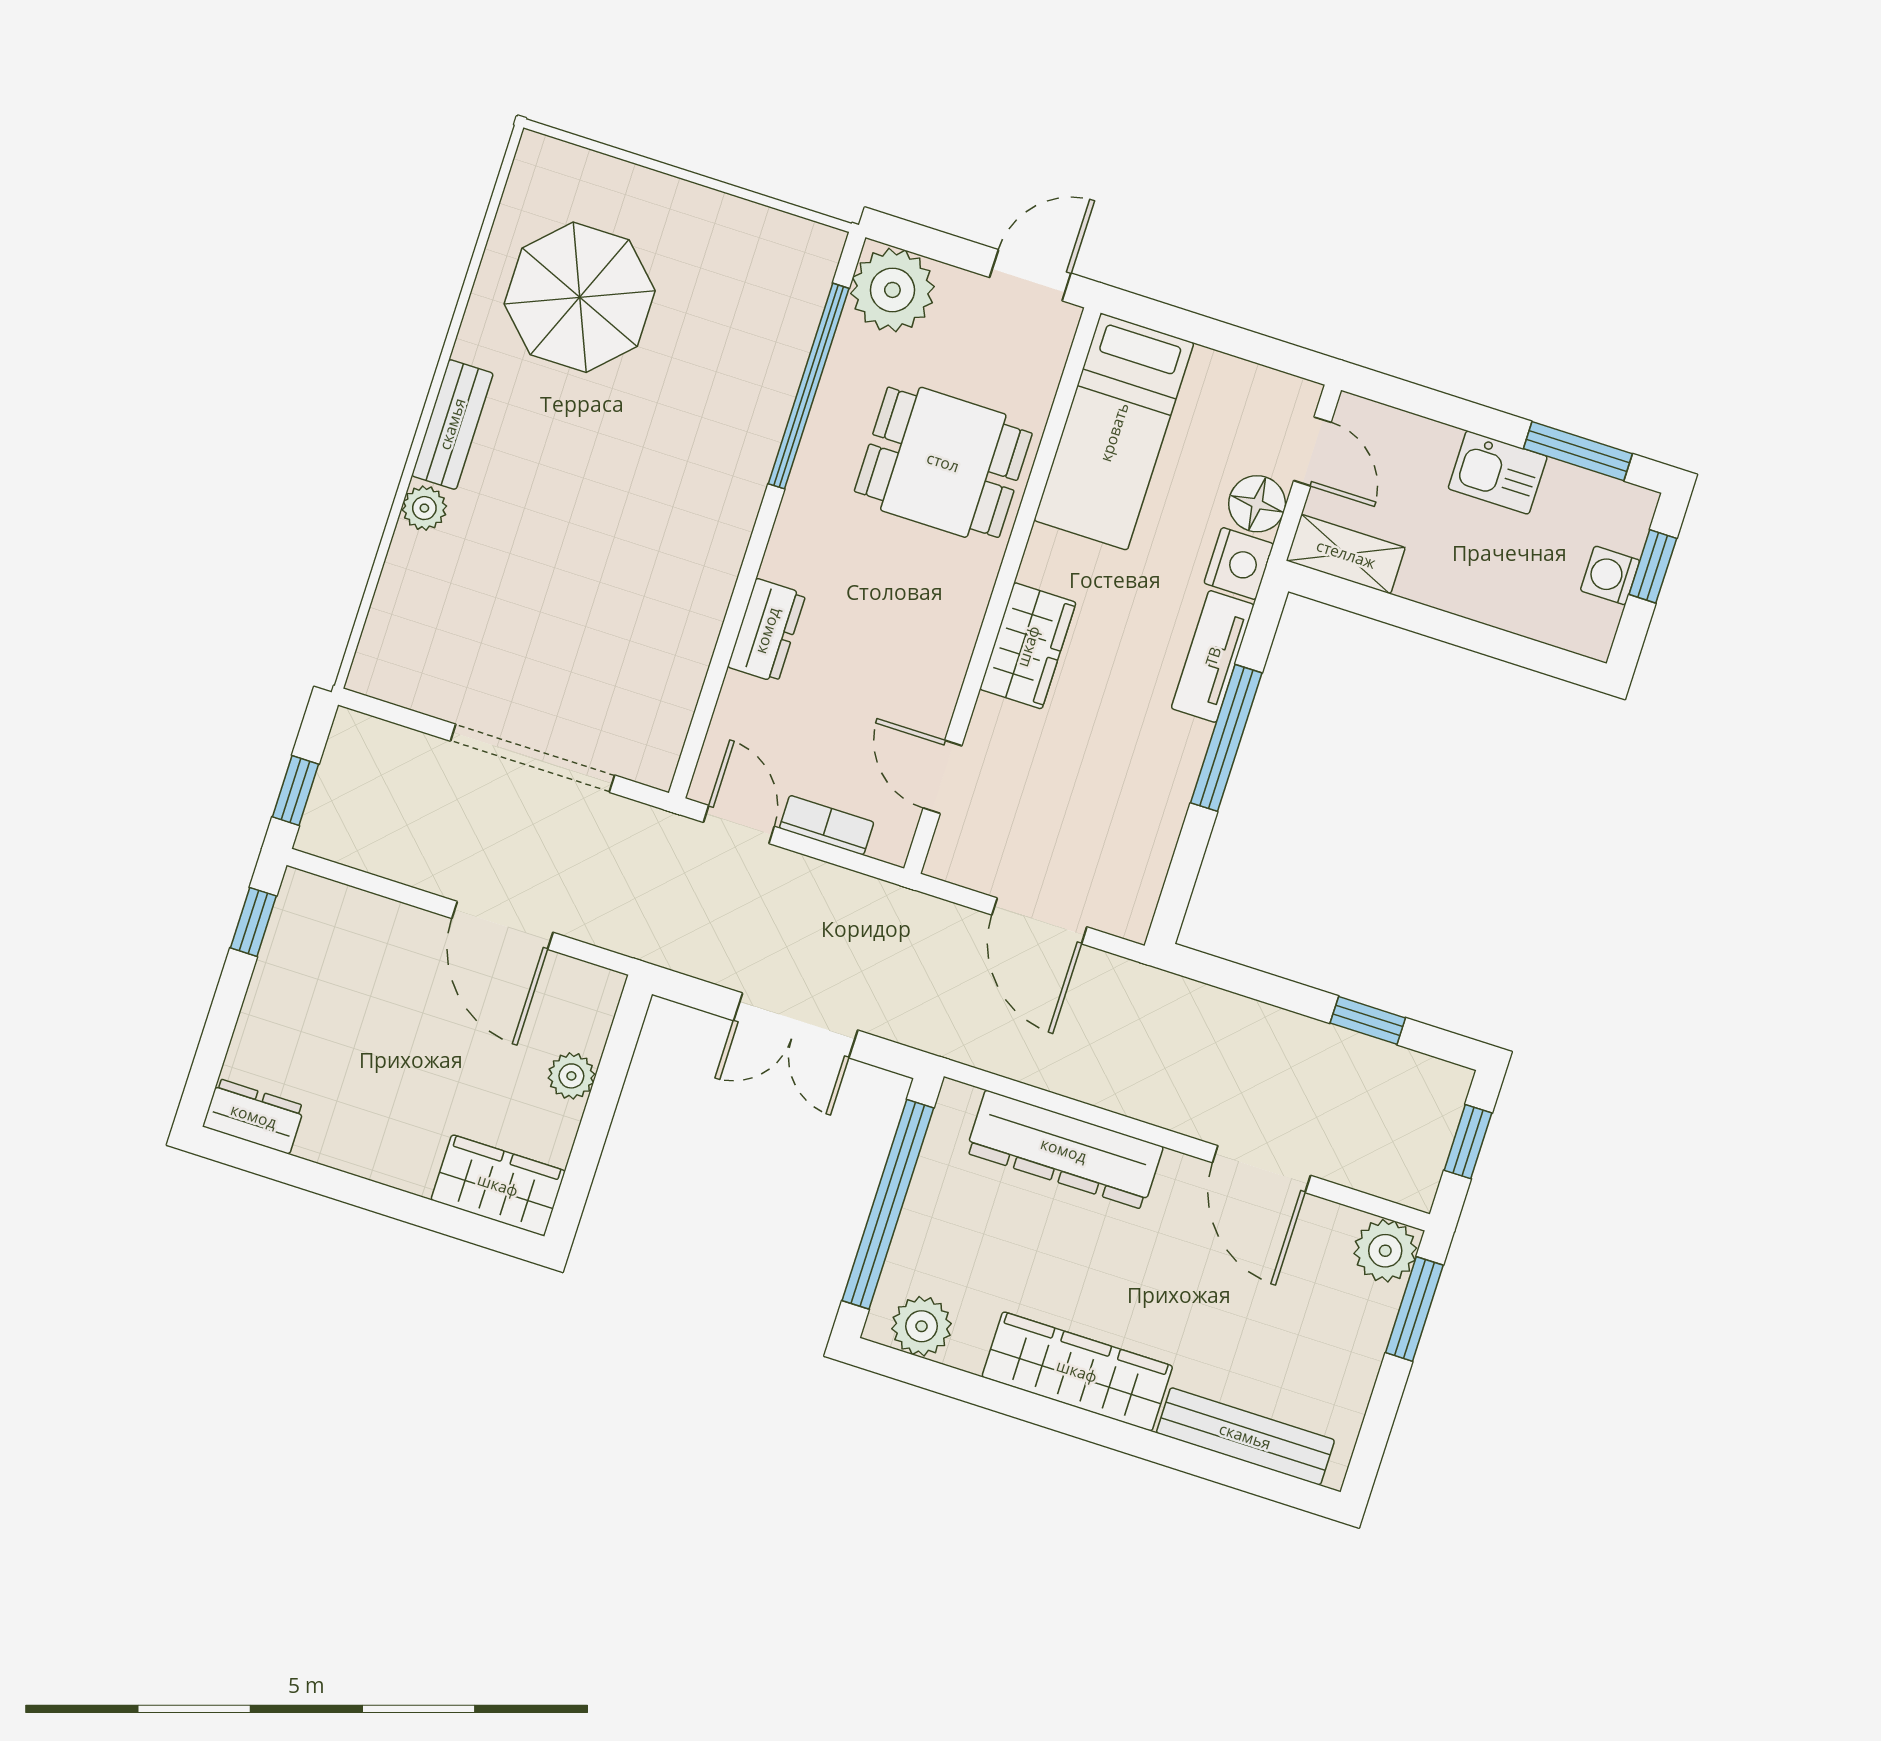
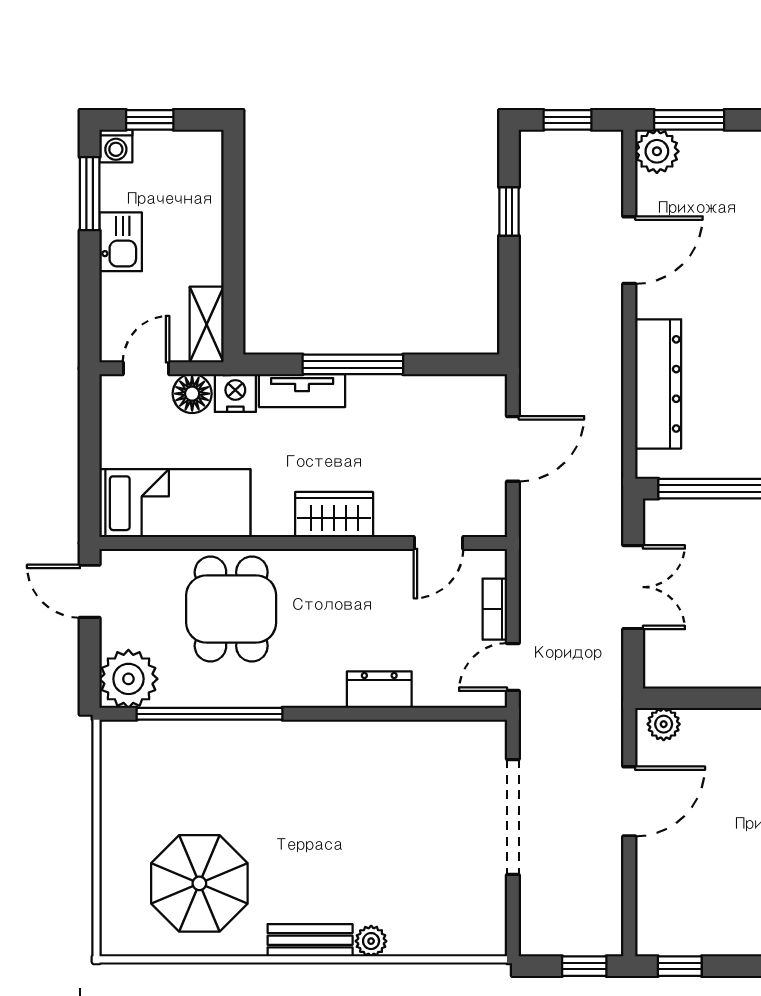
washing machine: (1610, 575) -> (116, 146), moved
plant: (571, 1076) -> (664, 724), moved

